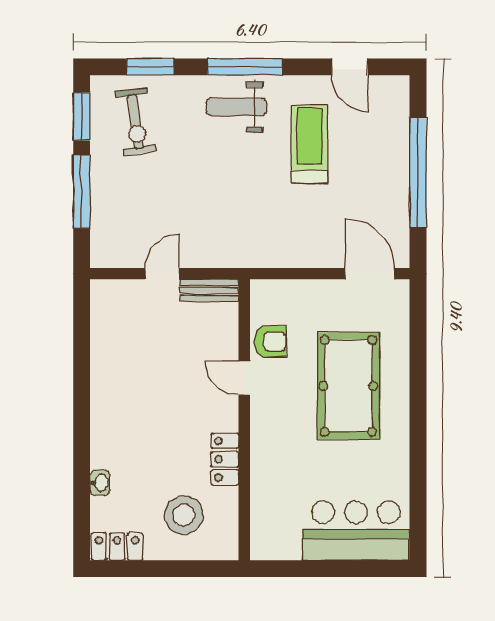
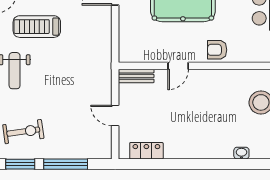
bench: (209, 290) -> (136, 76), moved, turned 90
armchair: (270, 342) -> (217, 50), moved, turned -90
locker: (225, 459) -> (146, 151), moved, turned 180

